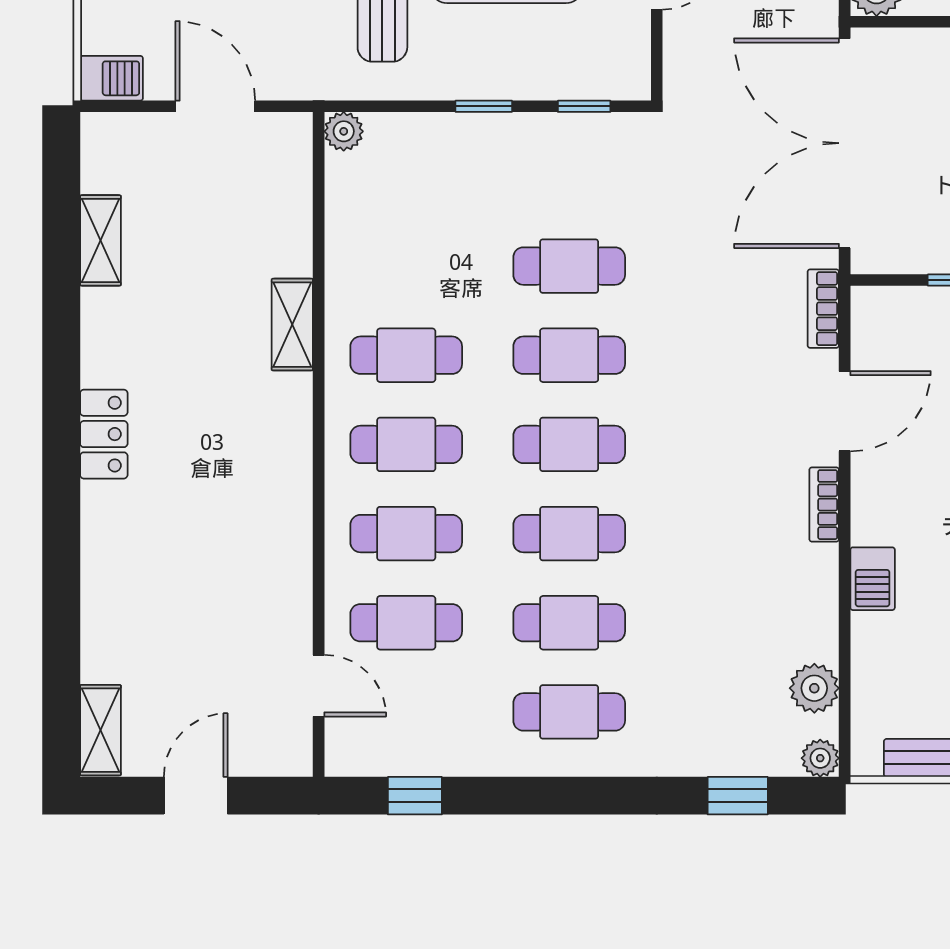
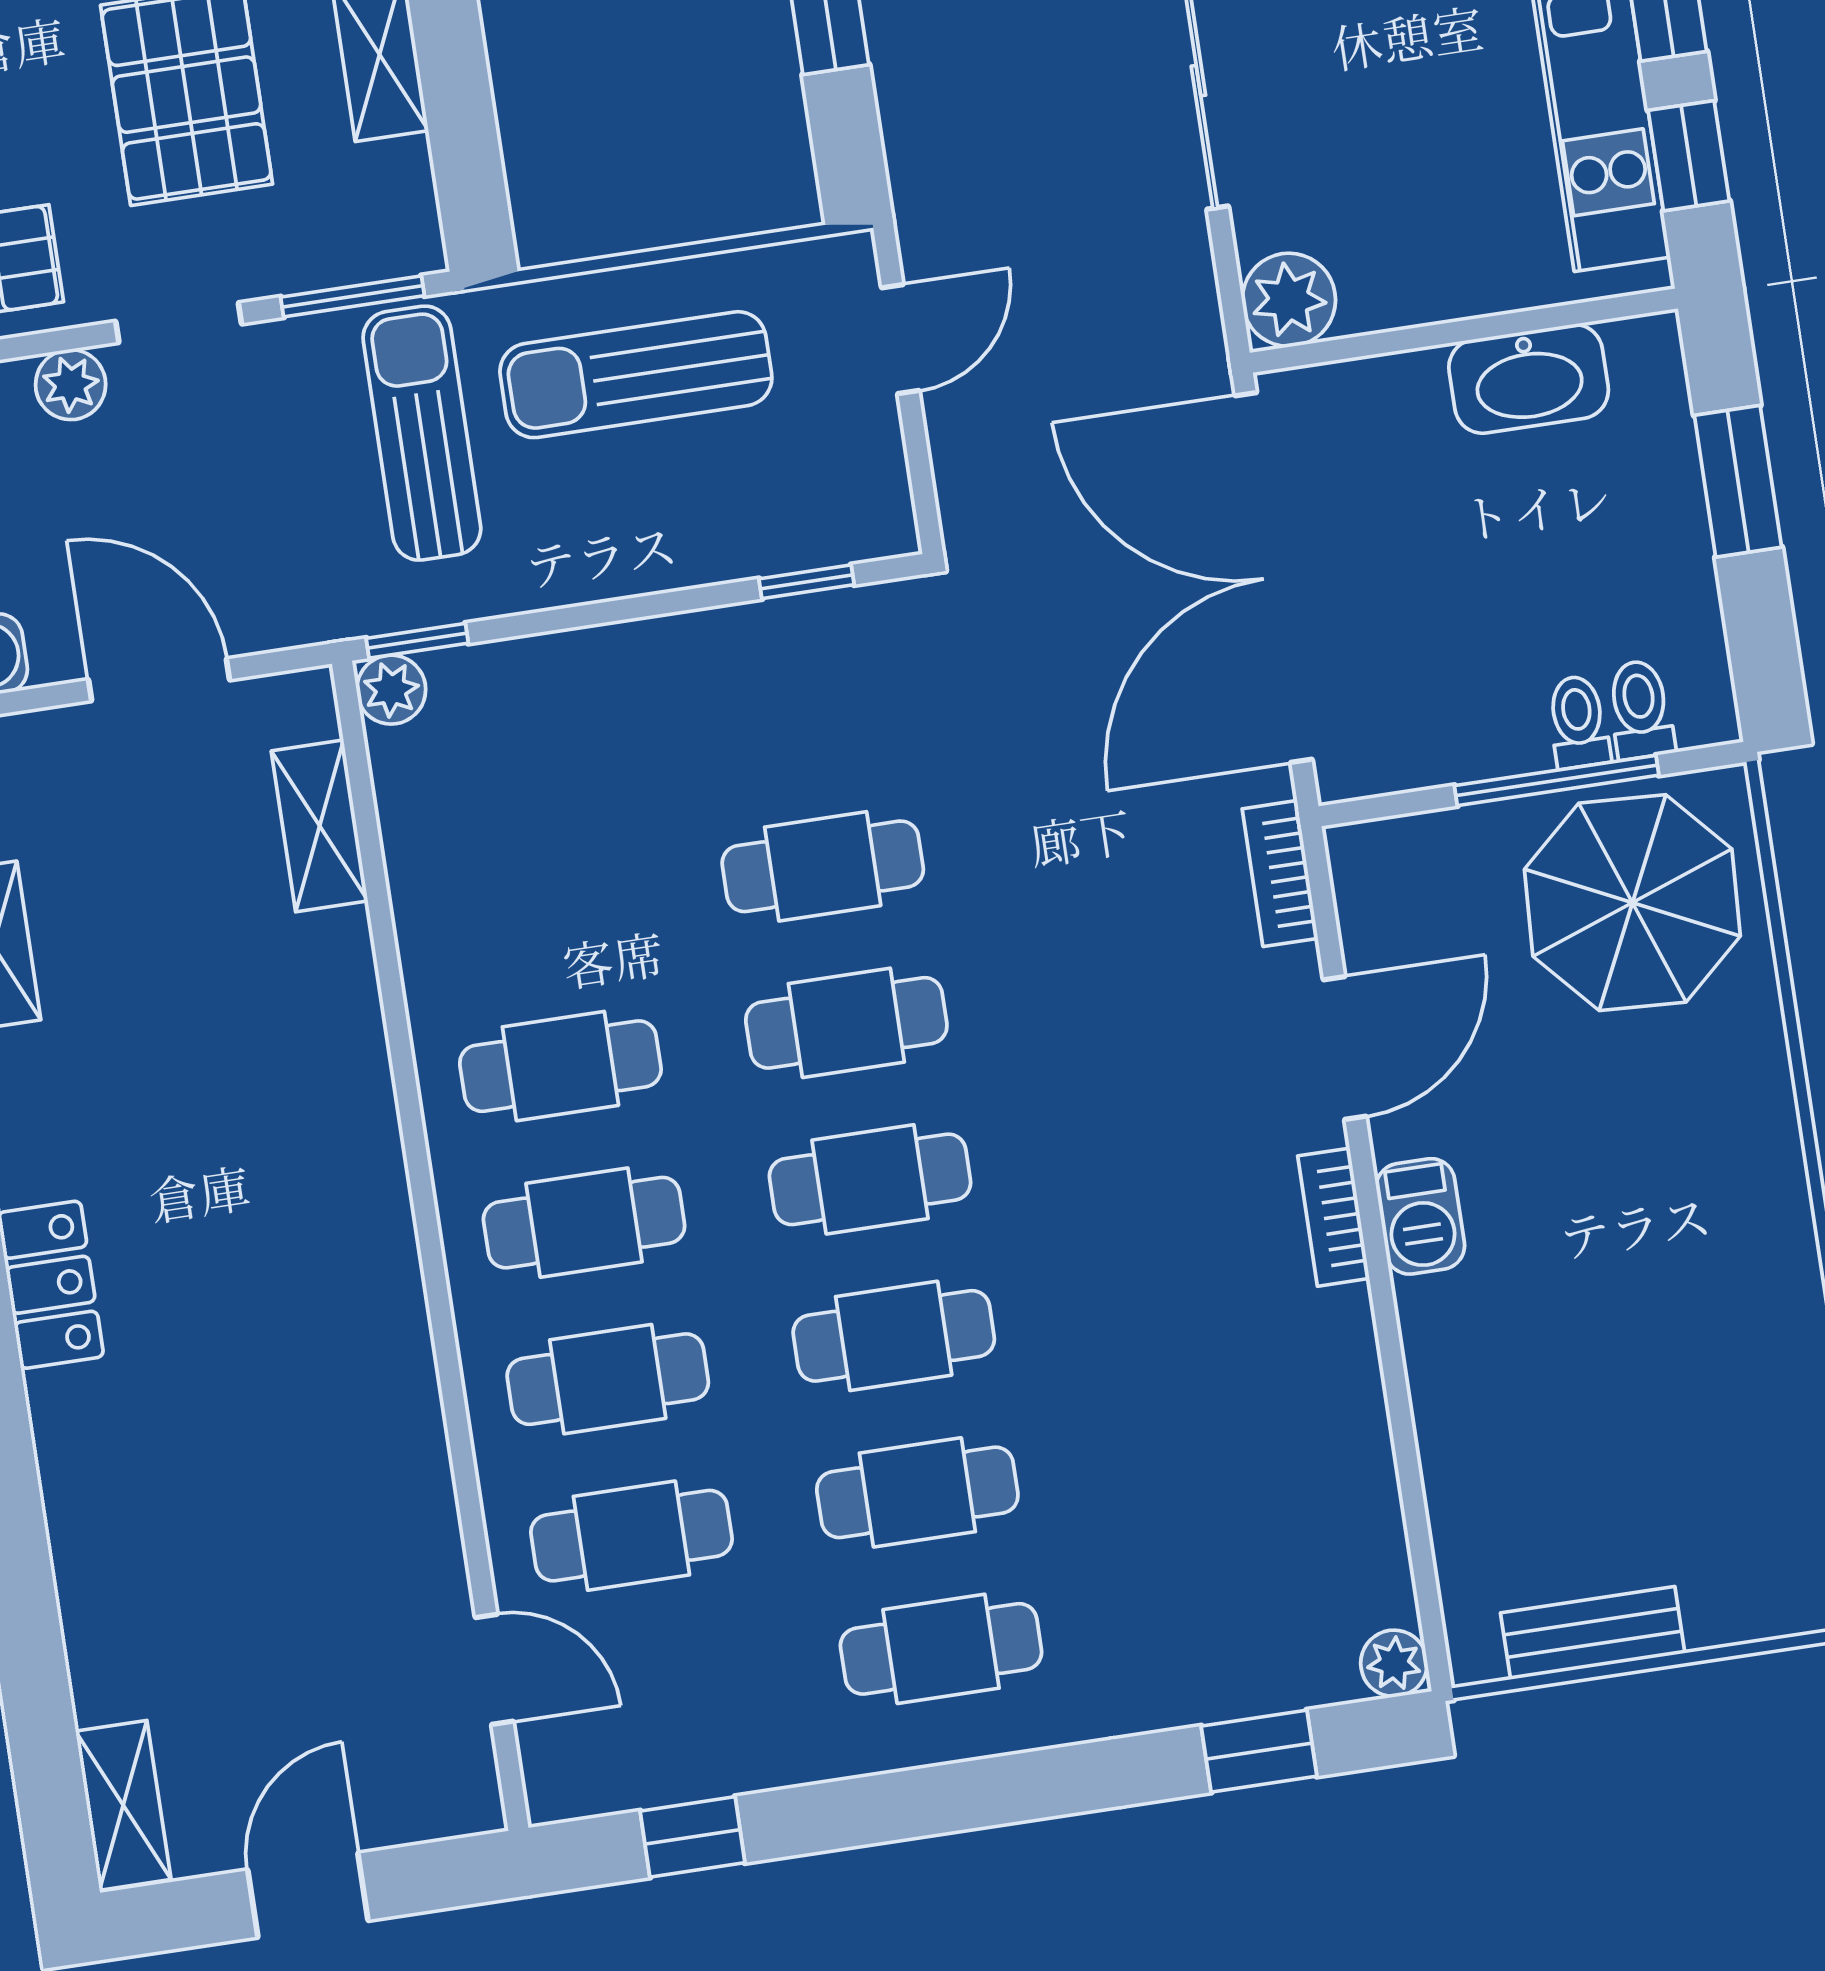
window: (484, 106) -> (417, 641), moved
shelving: (292, 325) -> (320, 826), moved
barbecue: (873, 579) -> (1420, 1216), moved
plant: (814, 688) -> (1365, 1542), removed

